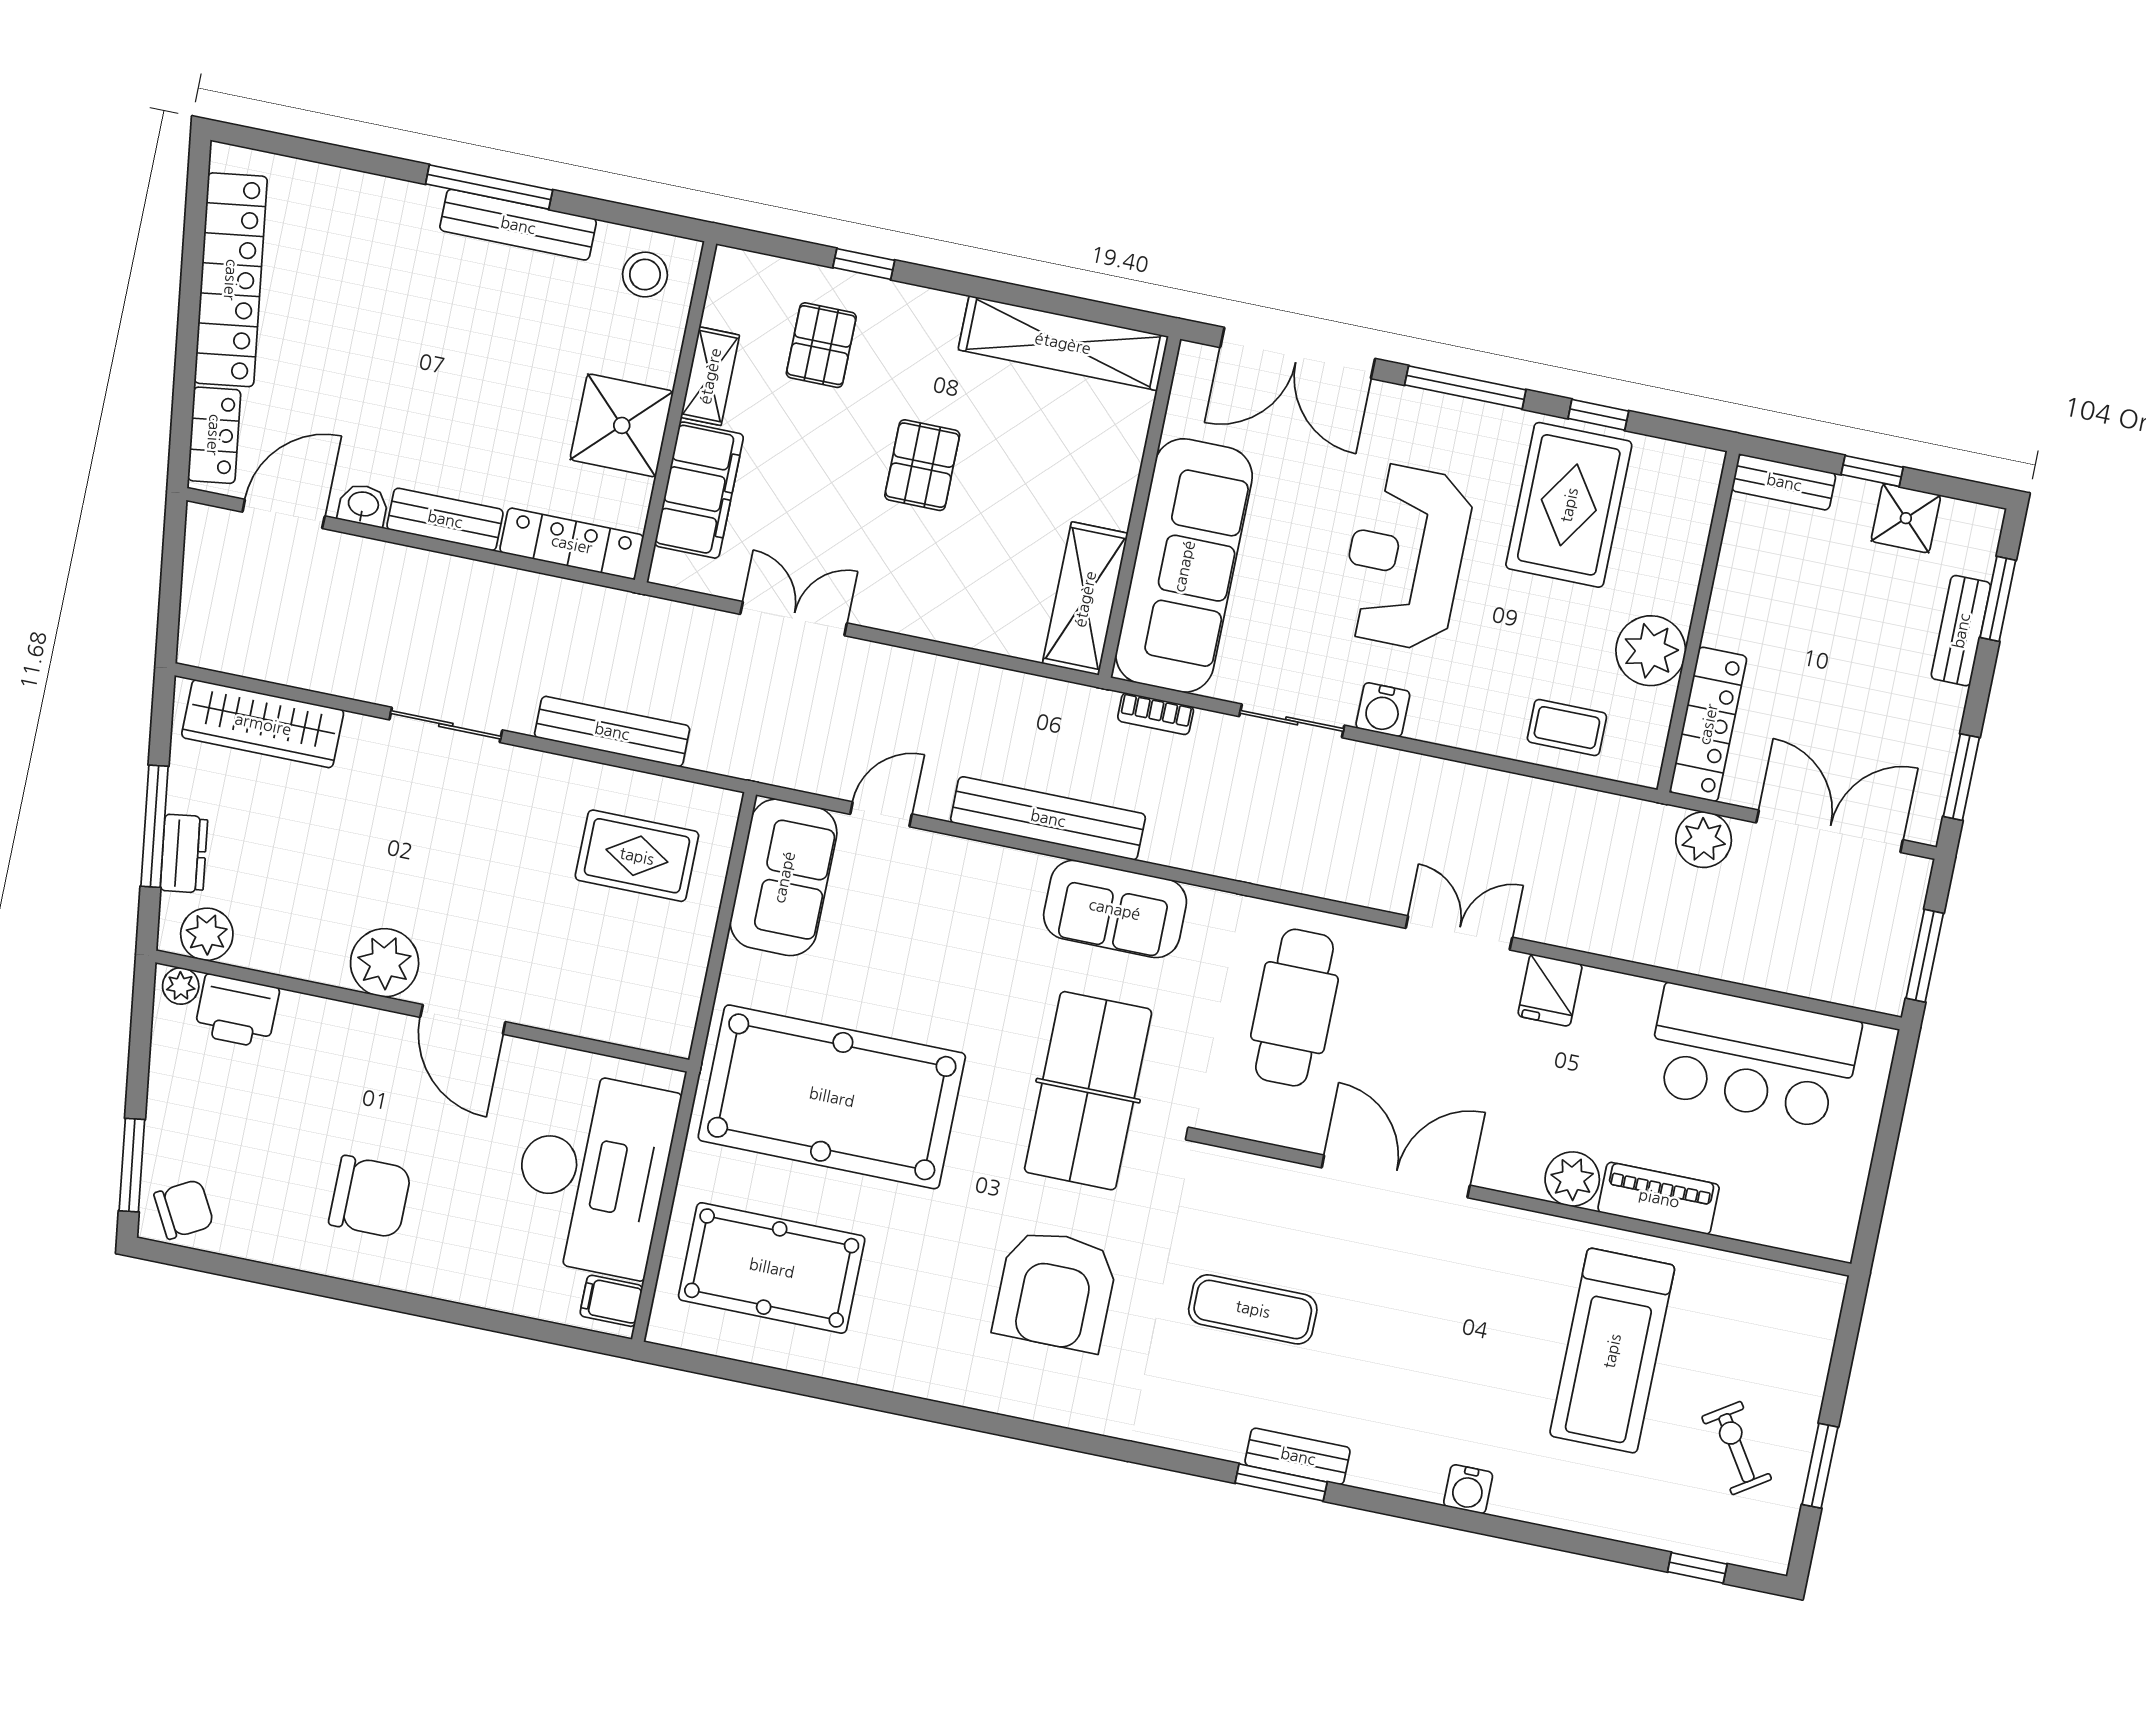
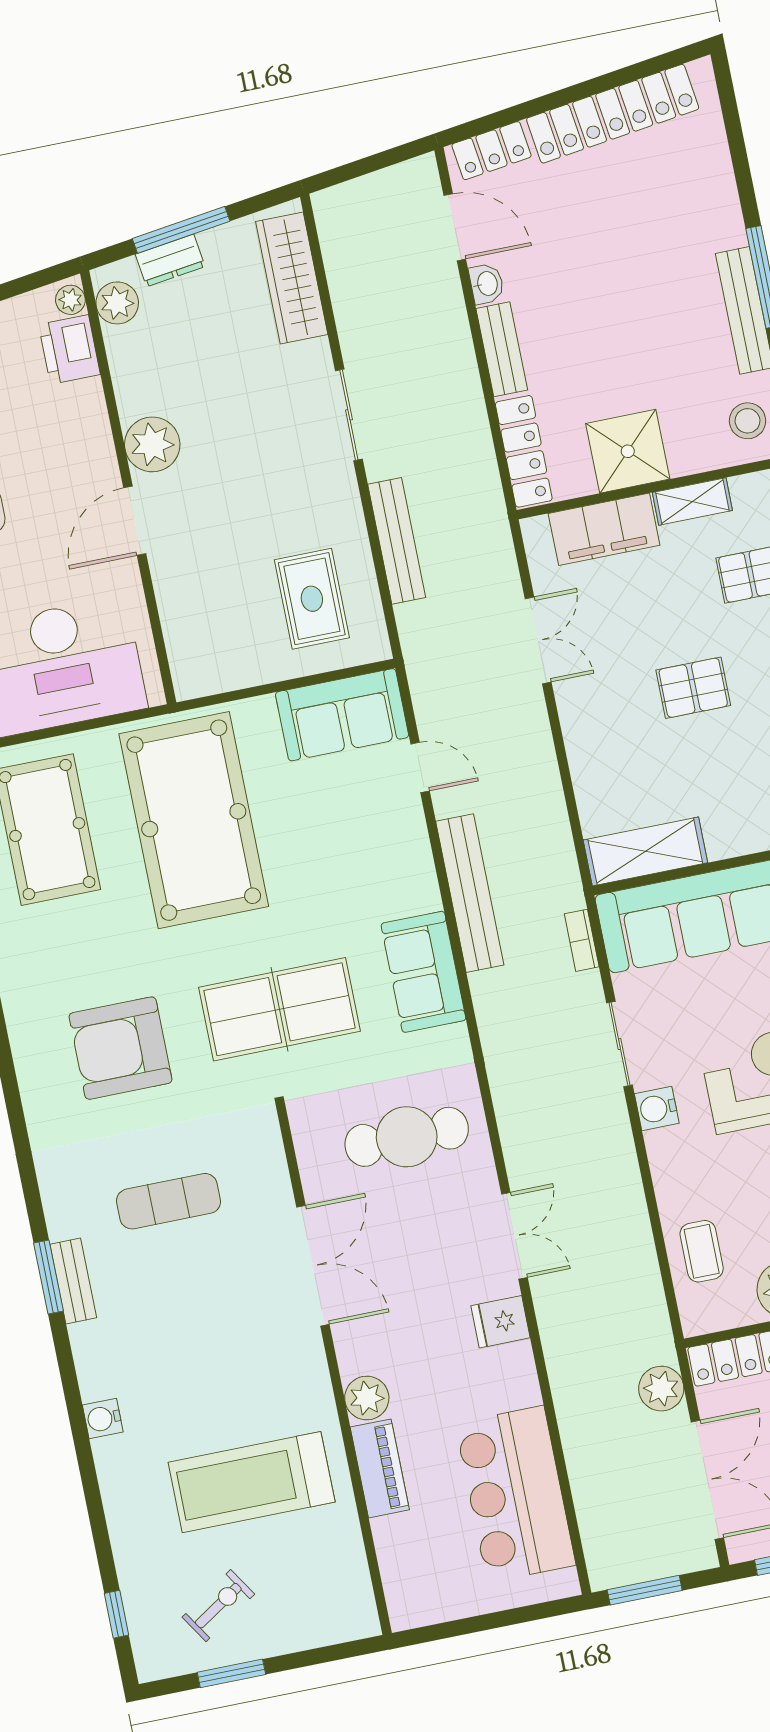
exercise mat: (1253, 1309) -> (169, 1201), turned 90

